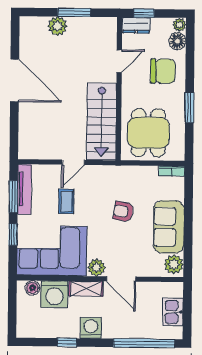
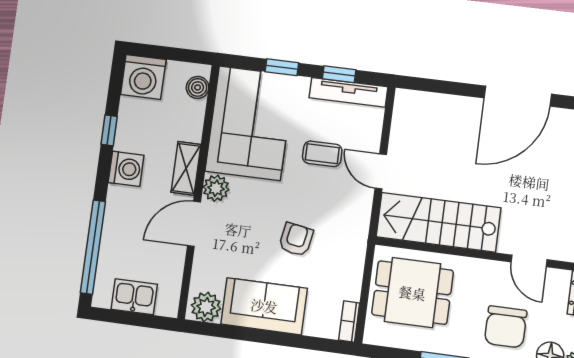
window: (13, 197) -> (339, 74), width x0.67
washing machine: (54, 294) -> (143, 77), moved, turned -90

